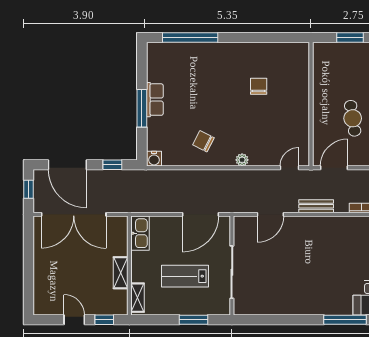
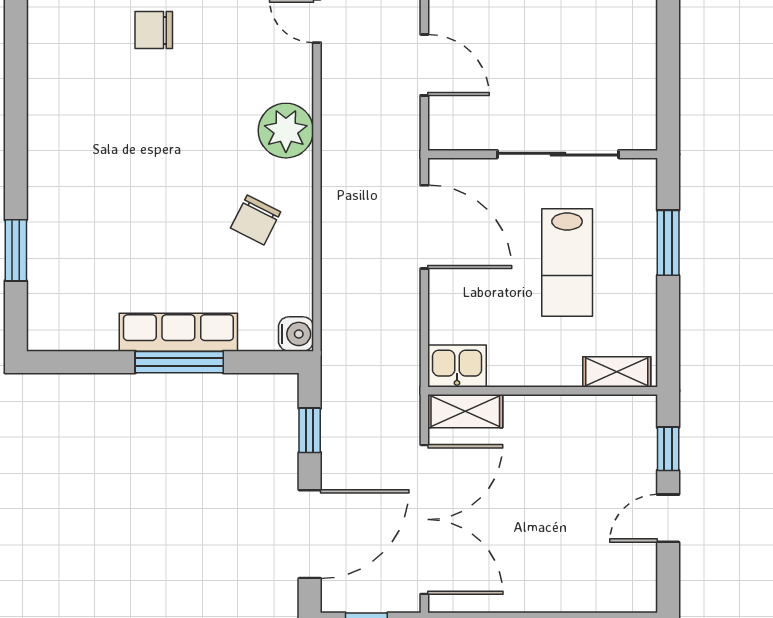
window: (190, 37) -> (16, 250), width x0.47
chair: (259, 86) -> (154, 30), moved
row of seats: (155, 100) -> (178, 332), width x1.48
plant: (242, 160) -> (286, 131), width x1.88, depth x1.88
kitchen sink: (140, 233) -> (457, 366), width x0.73
shelving: (121, 273) -> (465, 411), moved

